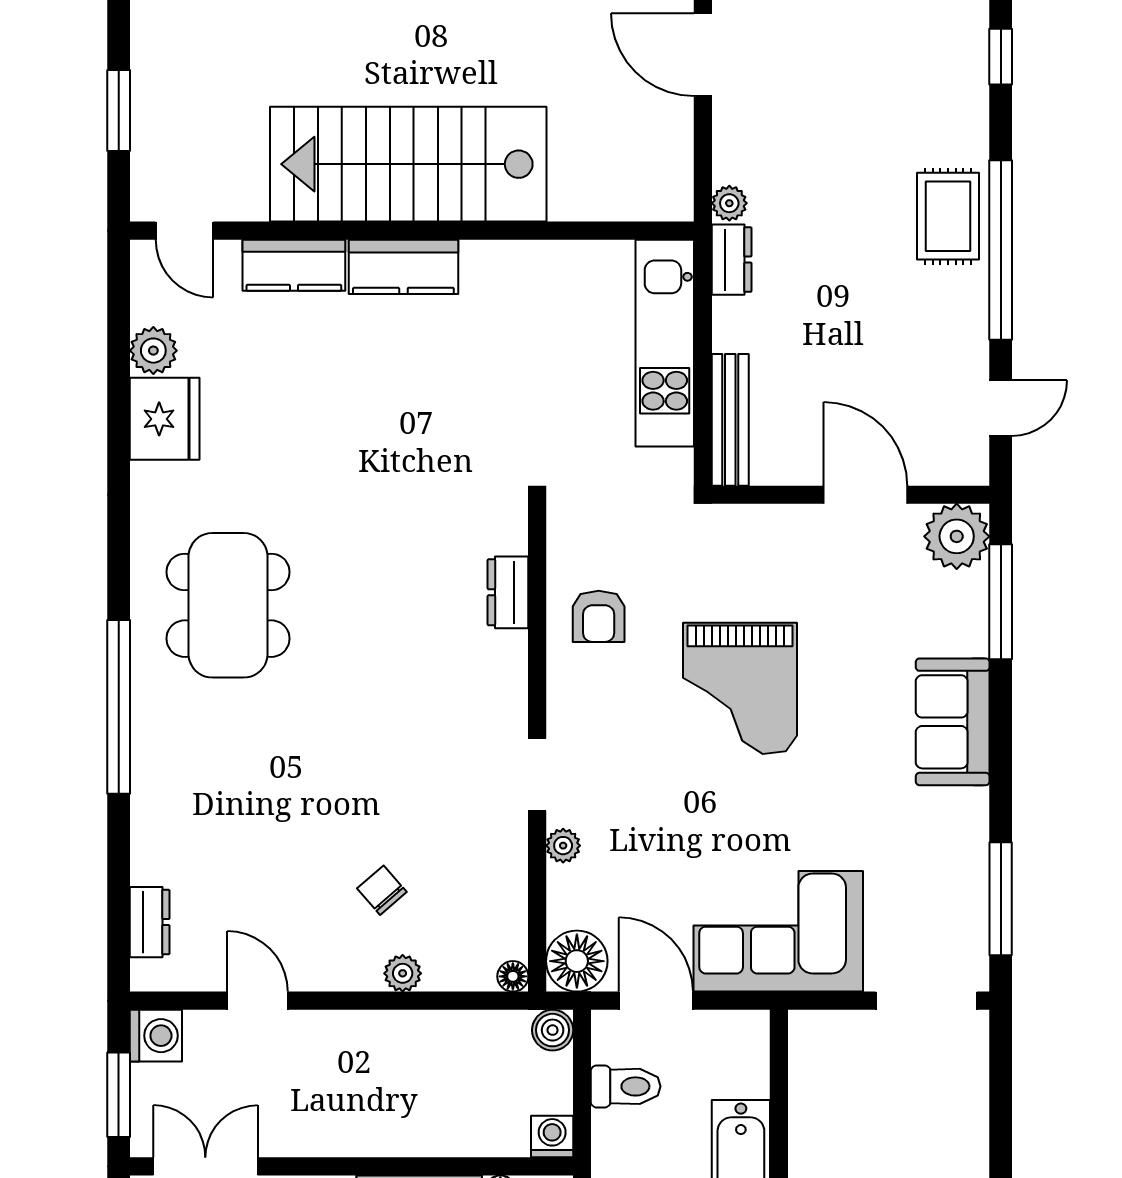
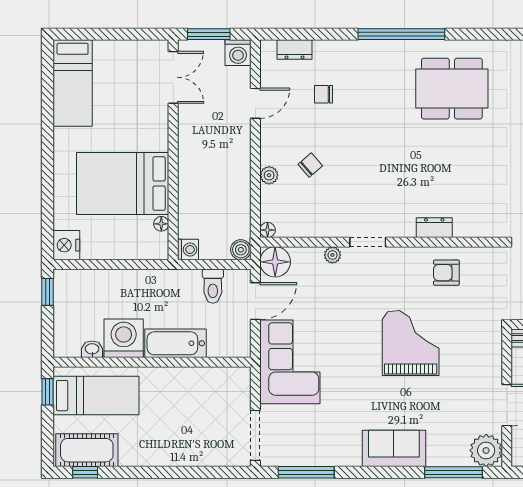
dresser: (508, 592) -> (434, 228), moved
grand piano: (740, 688) -> (411, 343), turned 90
chair: (239, 864) -> (323, 94), added

